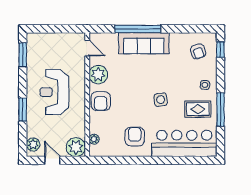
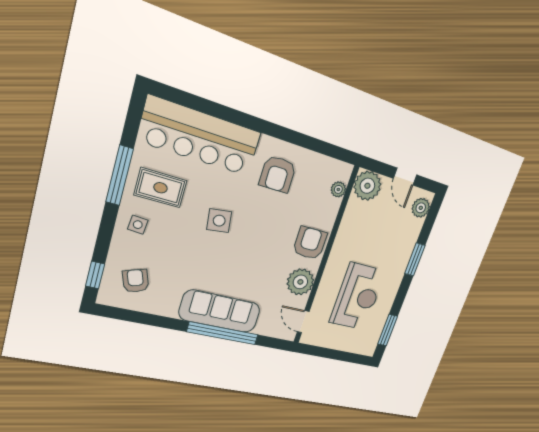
reception desk: (54, 92) -> (358, 297), moved

